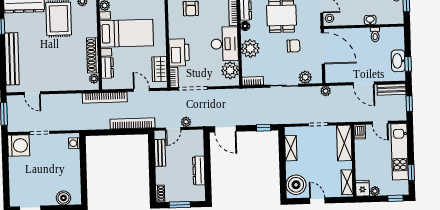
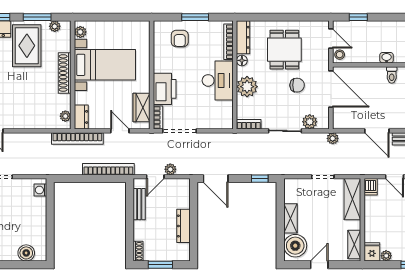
shoe rack: (93, 55) -> (65, 73), moved
dresser: (107, 68) -> (81, 117), moved
plant: (230, 70) -> (223, 111), removed
shelving: (291, 148) -> (290, 218), moved
door: (317, 201) -> (319, 265), hinge flipped

